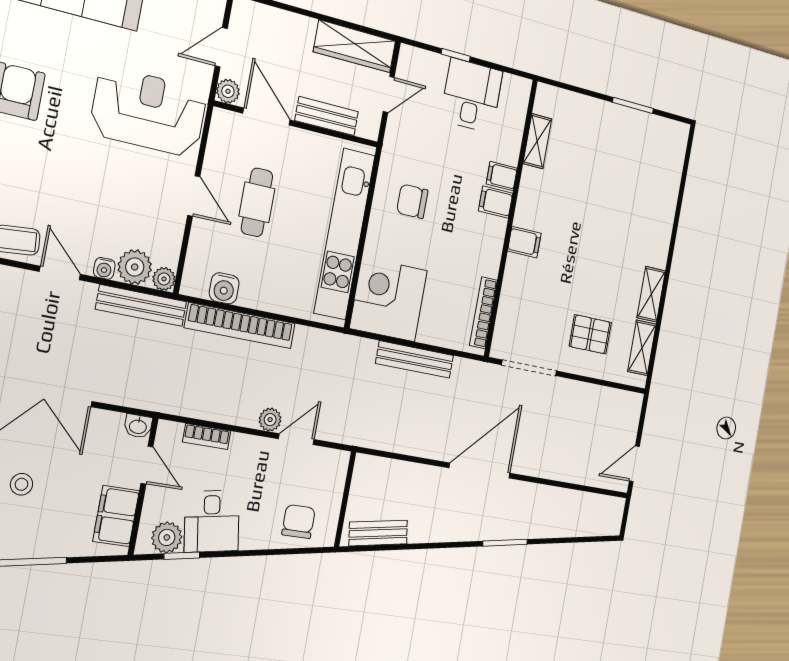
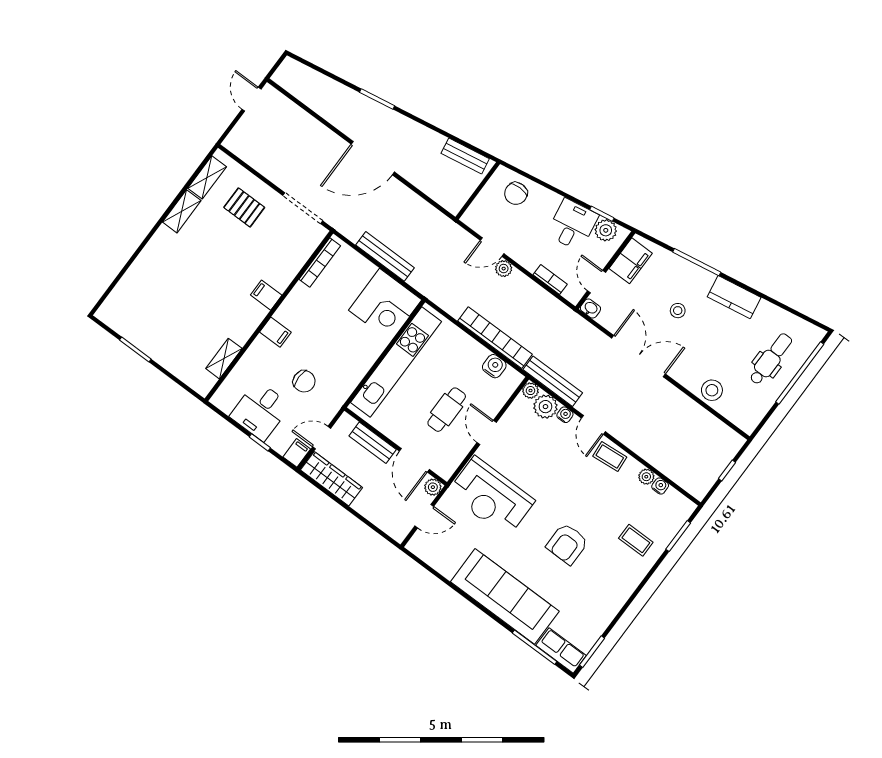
filing cabinet: (502, 176) -> (297, 453), moved, turned -90
chair: (412, 201) -> (304, 381), moved
door: (634, 464) -> (251, 99), swing flipped

